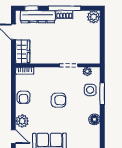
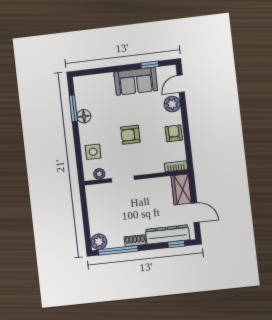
window: (65, 8) -> (118, 250), moved
window: (102, 94) -> (73, 108), moved
door: (13, 137) -> (181, 84), hinge flipped

